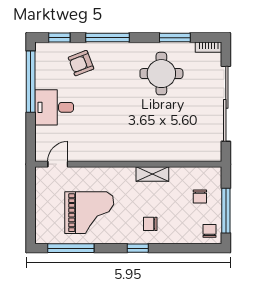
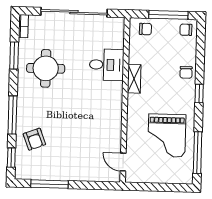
window: (31, 82) -> (49, 184), width x0.68
desk: (54, 107) -> (107, 65), moved, turned -90
chair: (200, 196) -> (145, 29), moved
grand piano: (89, 213) -> (167, 136), turned 180
chair: (150, 224) -> (186, 72), moved

